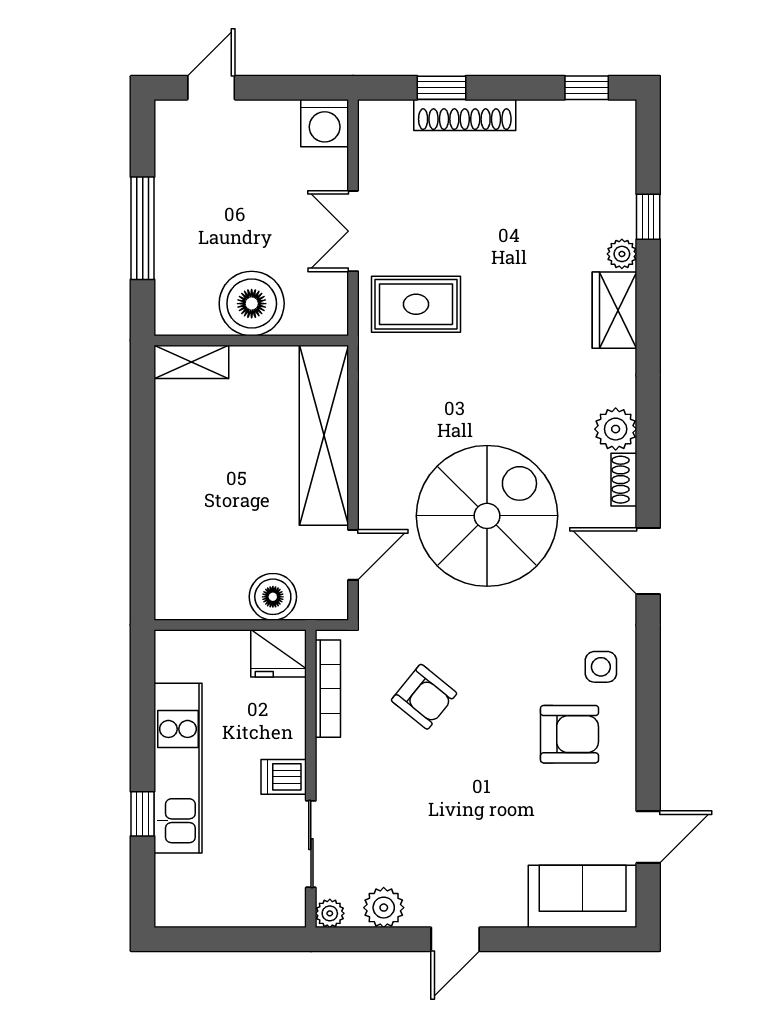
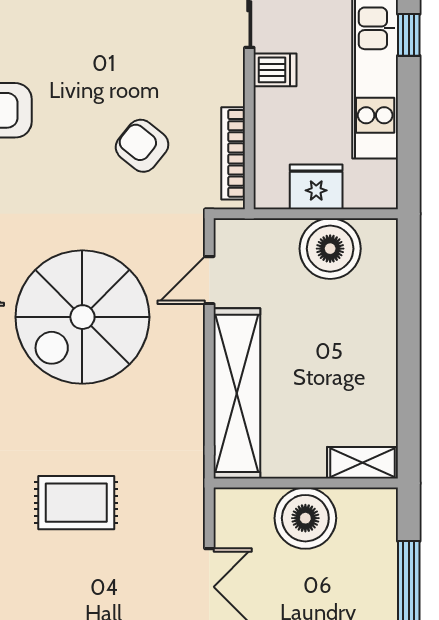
rug: (416, 304) -> (76, 503), moved
boiler: (273, 597) -> (330, 249), moved, width x1.37, depth x1.37
fridge: (279, 653) -> (316, 187), moved

